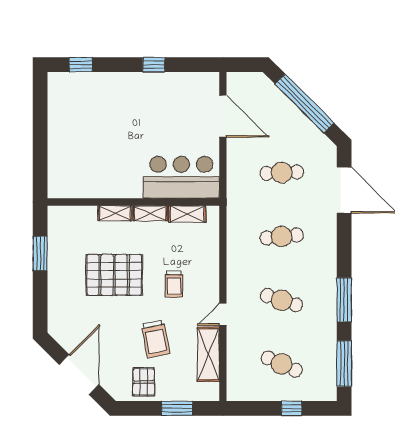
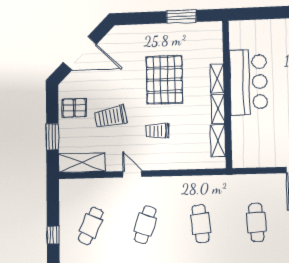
bar counter: (181, 177) -> (248, 82), moved
shelving: (208, 354) -> (82, 163), moved

